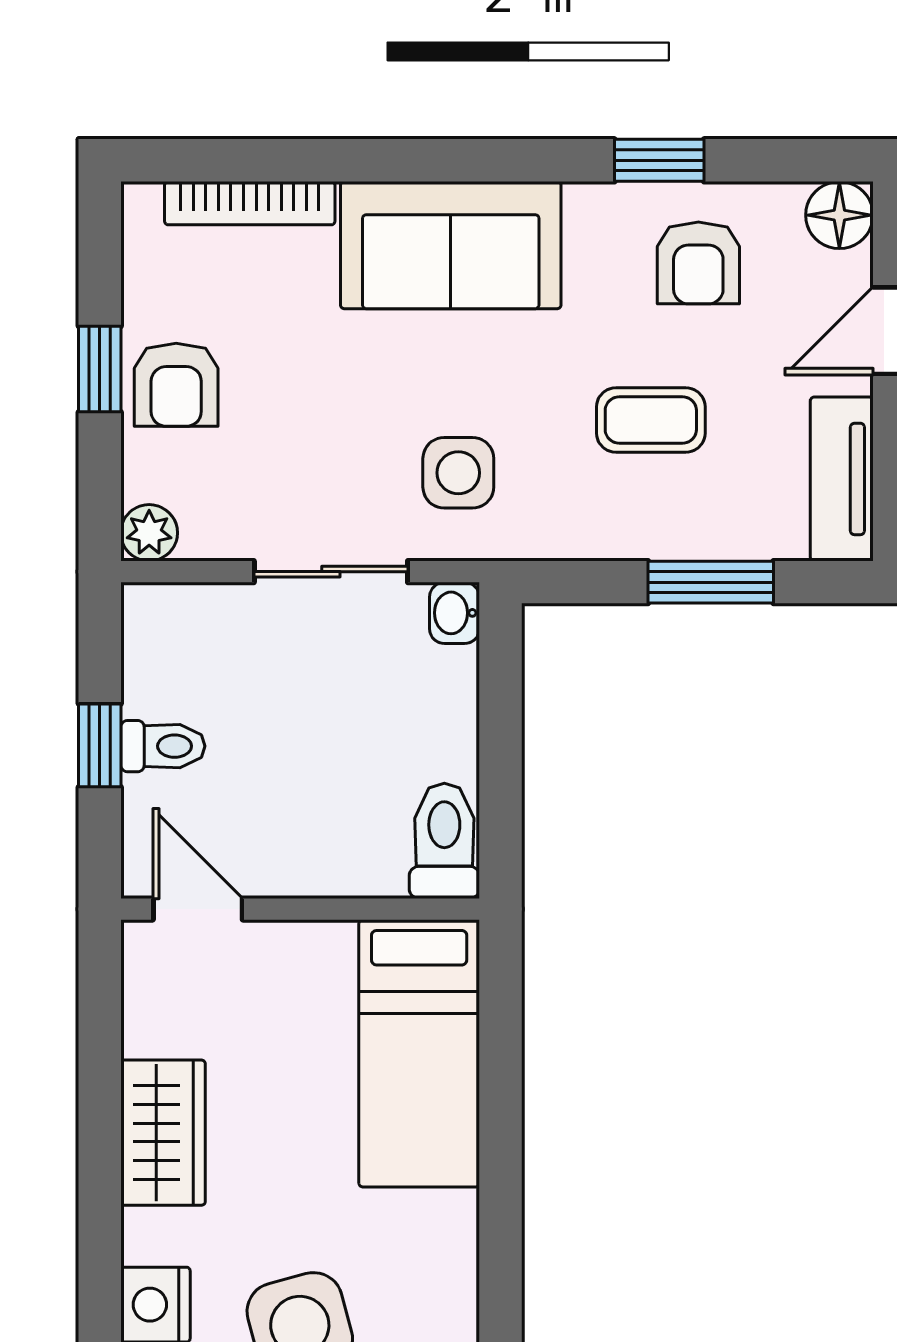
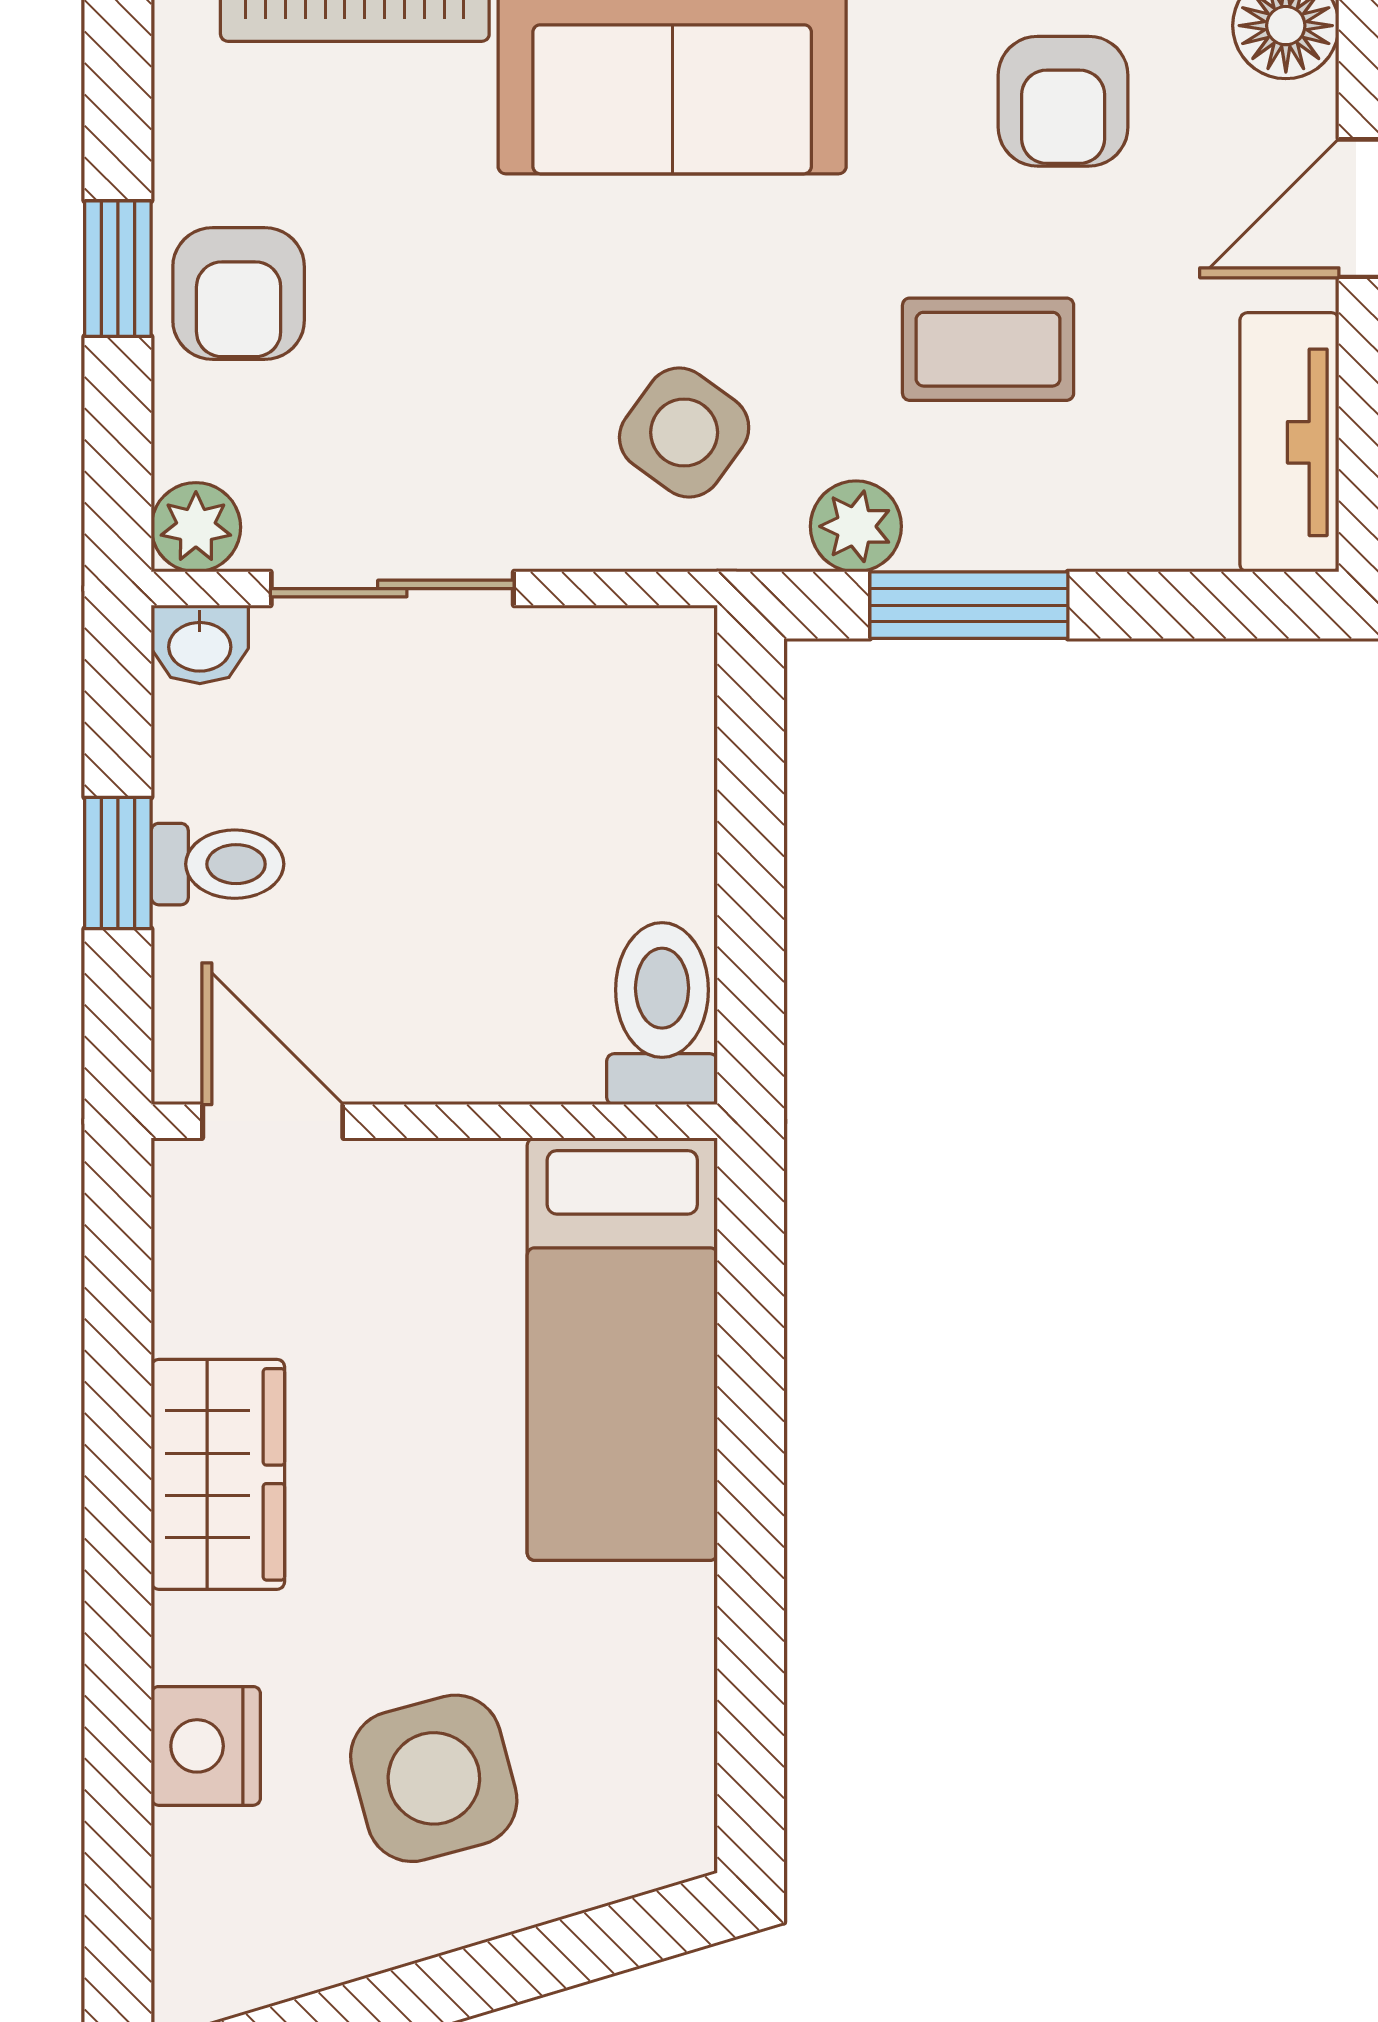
side table: (458, 473) -> (684, 432), turned 36
plant: (567, 532) -> (856, 526), added
sliding door: (331, 572) -> (392, 589), moved
window: (711, 582) -> (969, 605), moved
washbasin: (454, 613) -> (200, 644), moved, turned -90

